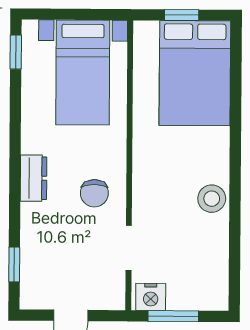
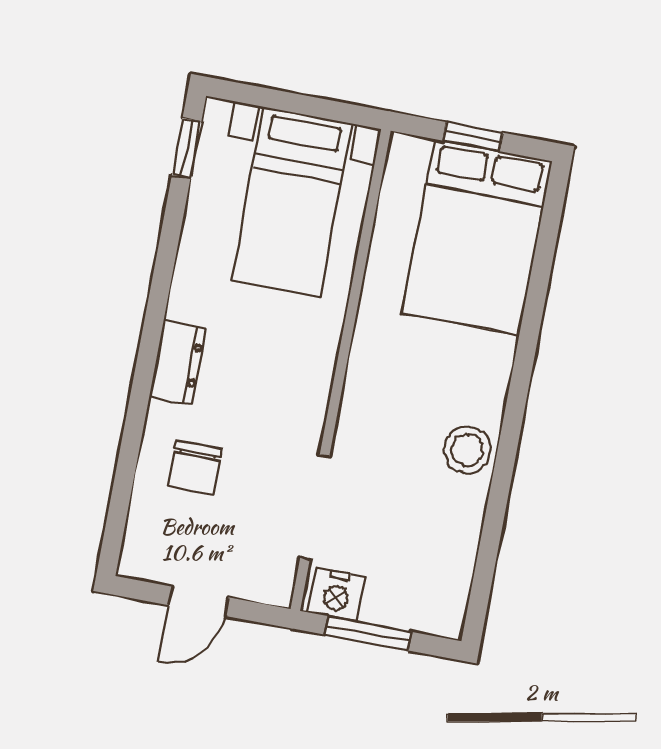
chair: (94, 193) -> (195, 468), moved
doorway: (129, 248) -> (315, 507), width x1.38
window: (14, 264) -> (120, 500), removed

